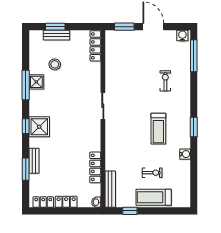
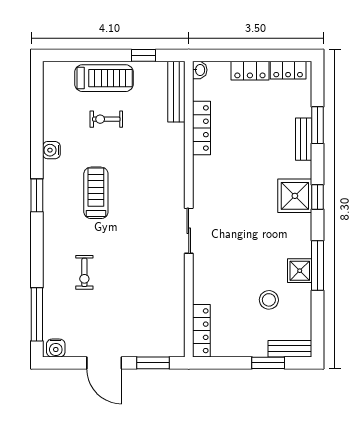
bench: (56, 35) -> (290, 349), moved

